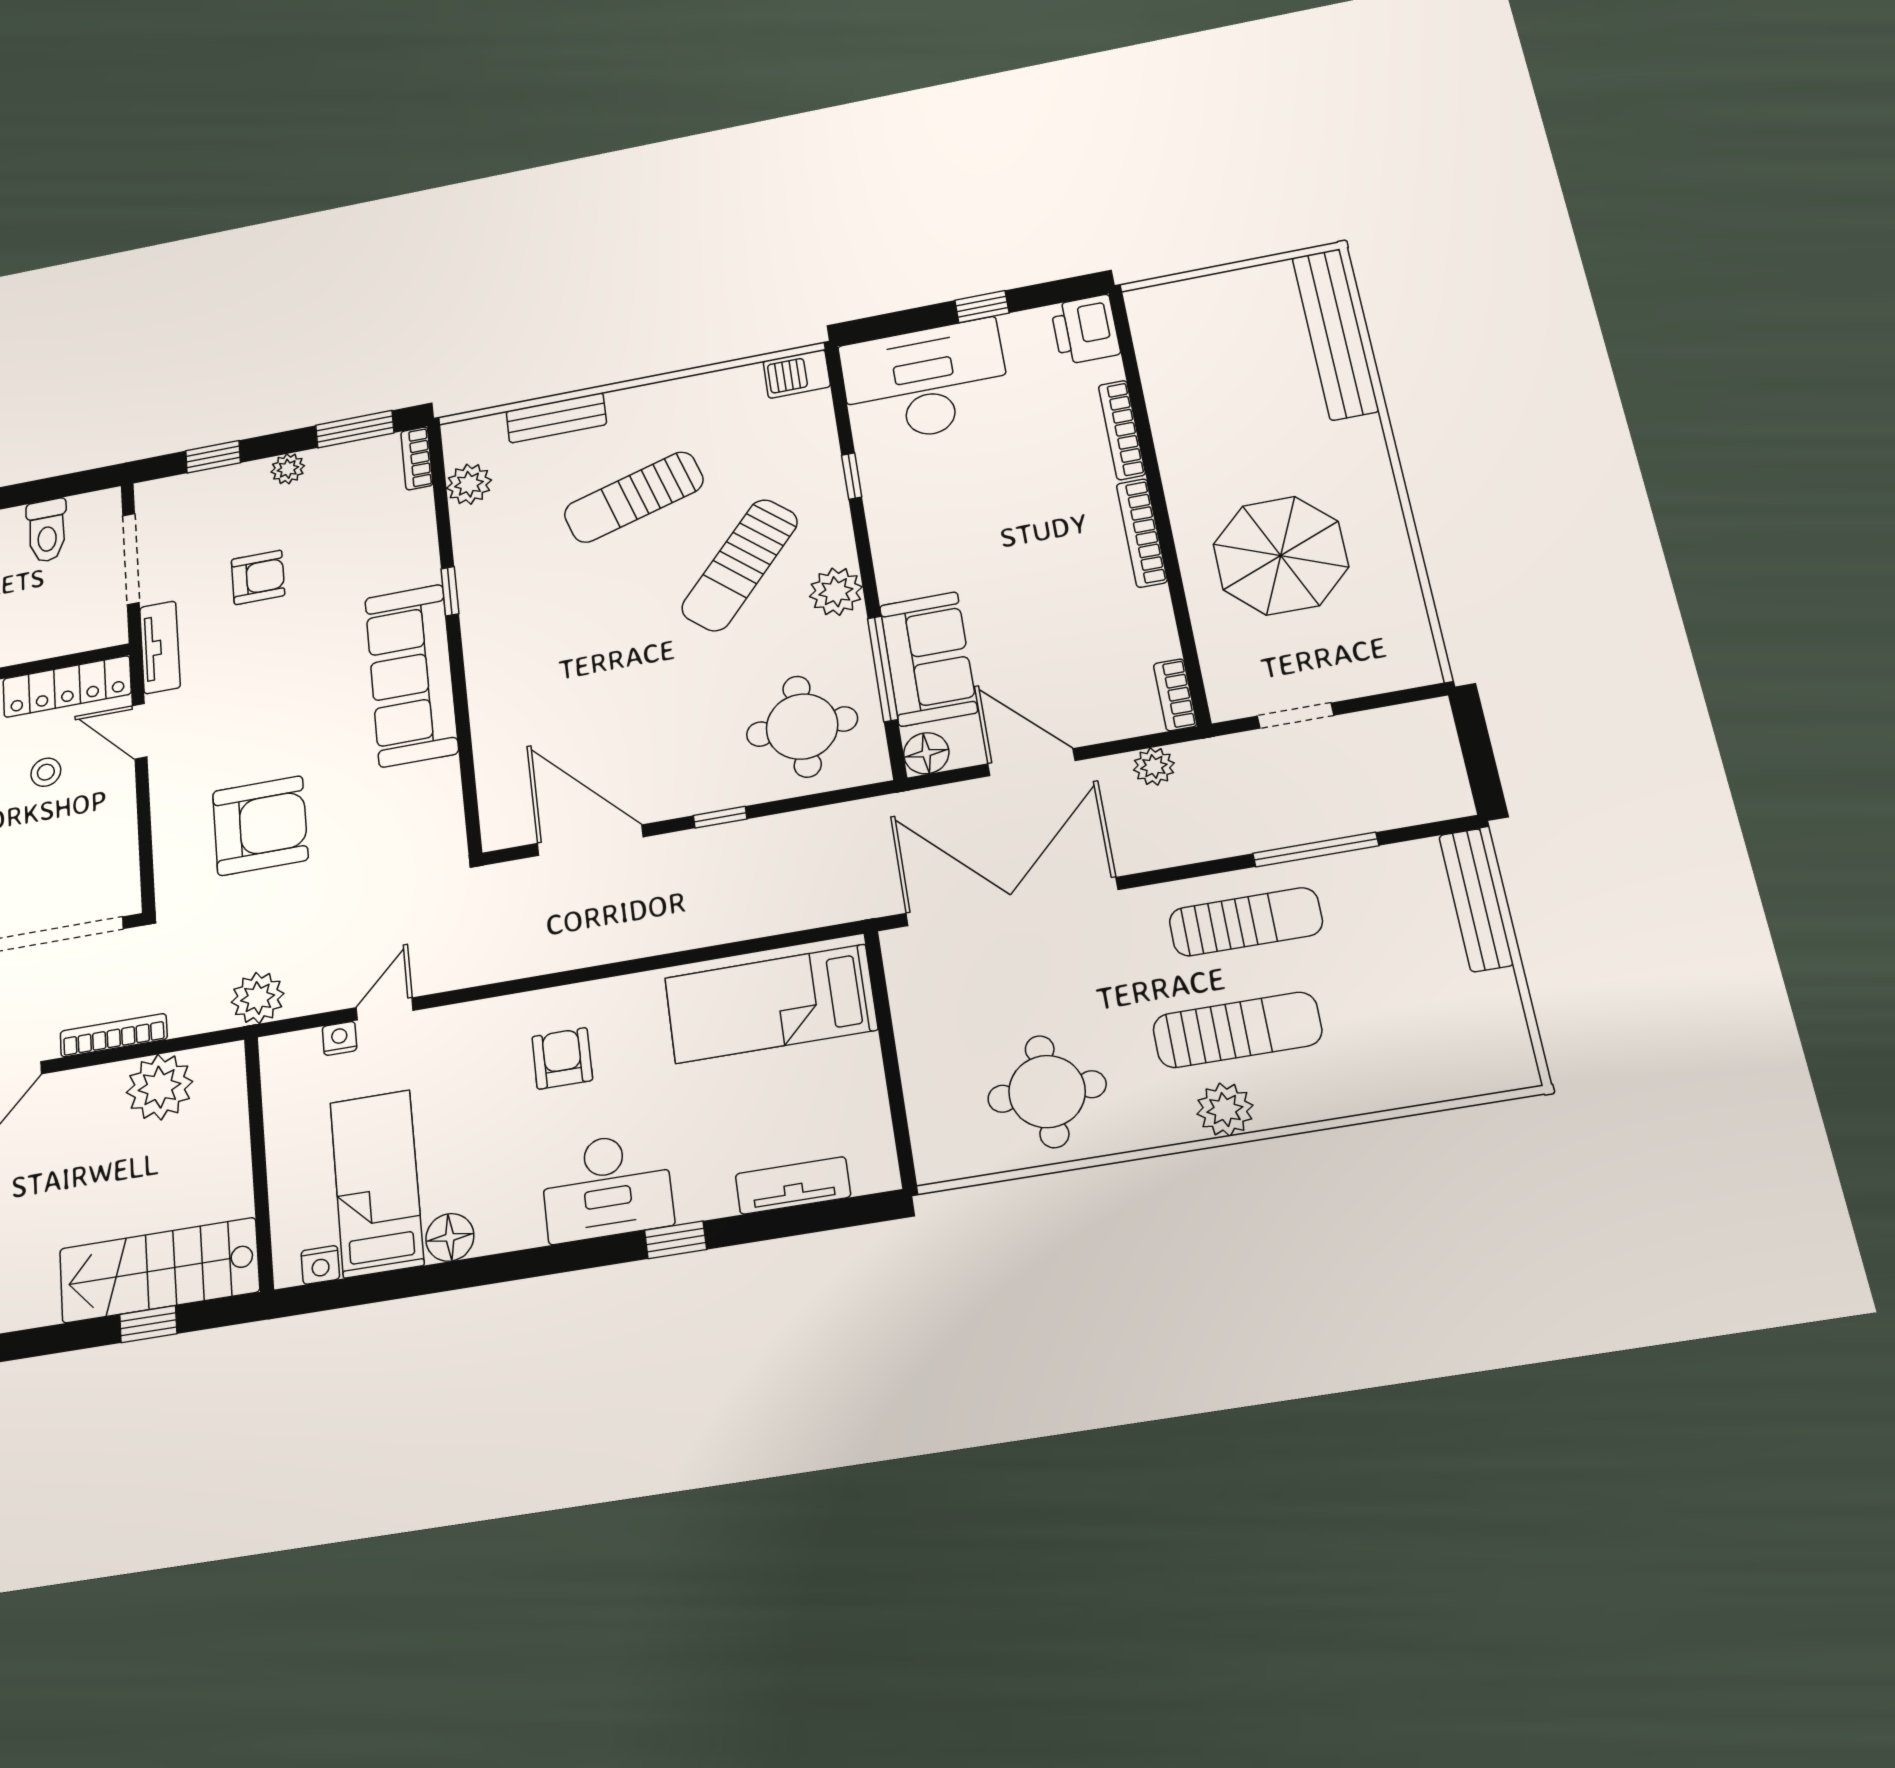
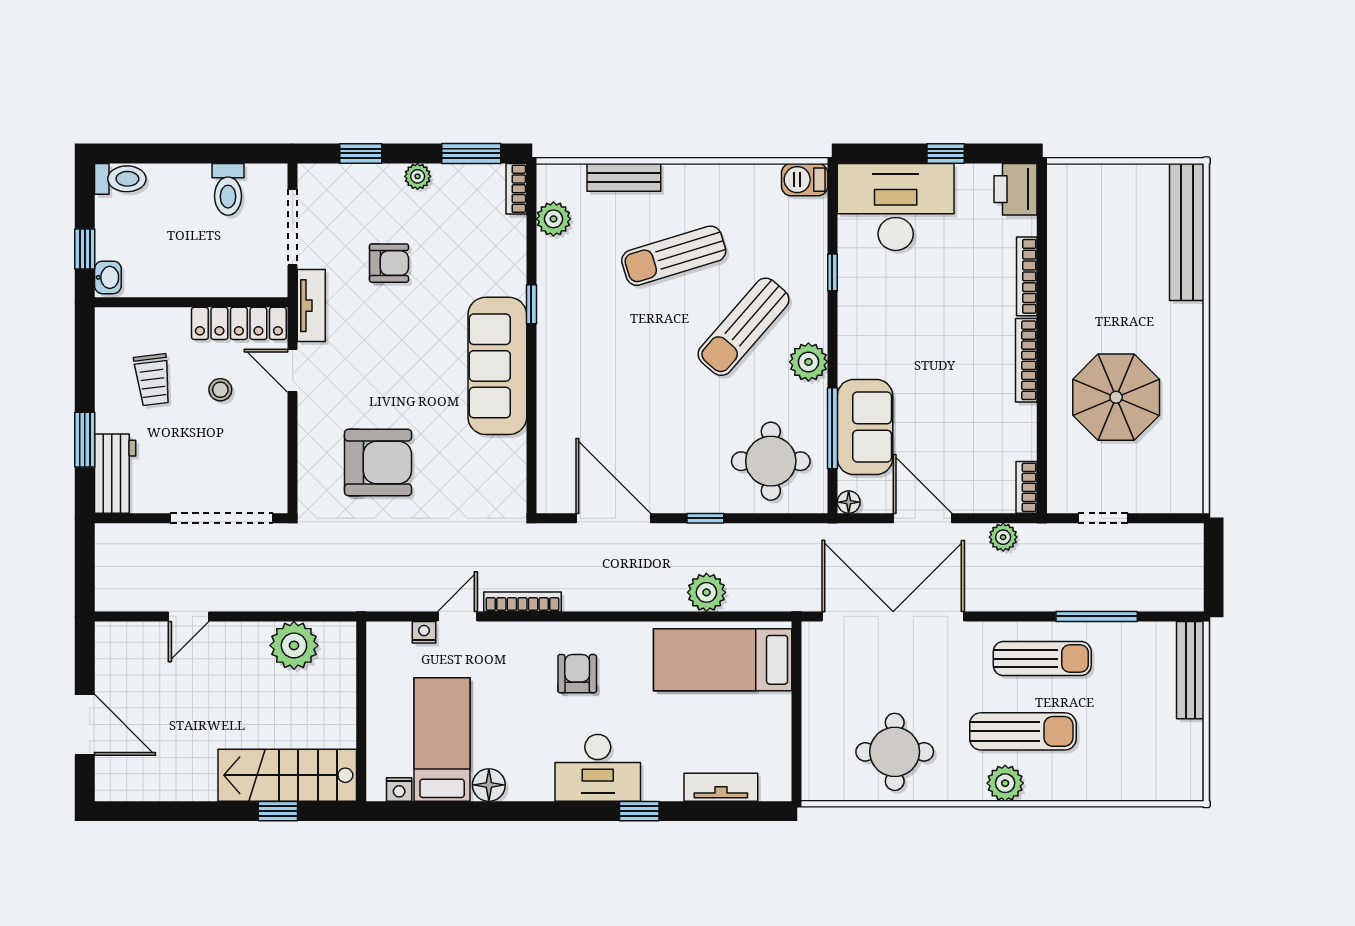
floor lamp: (926, 753) -> (849, 502), width x0.73, depth x0.73
plant: (258, 998) -> (706, 592), moved
bookcase: (114, 1035) -> (522, 602), moved

